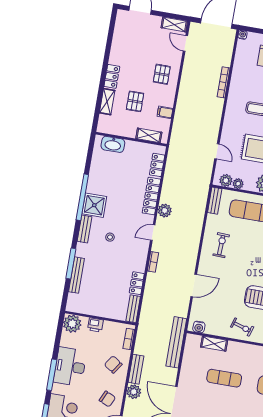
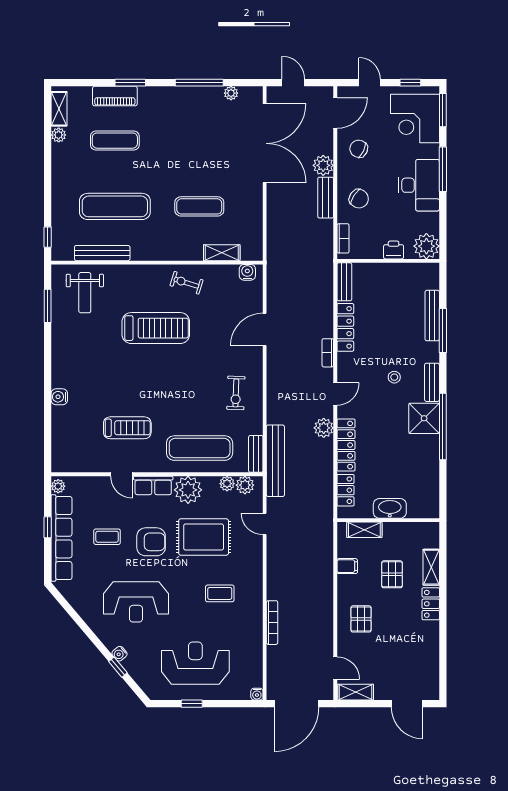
washbasin: (113, 144) -> (390, 508), moved
locker: (137, 283) -> (345, 327), width x1.53
bench: (176, 342) -> (275, 461), moved

